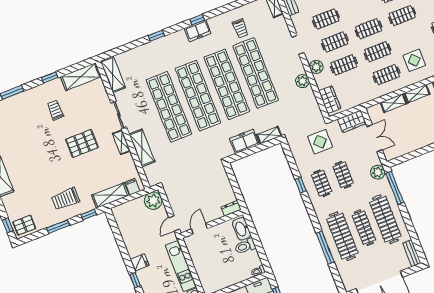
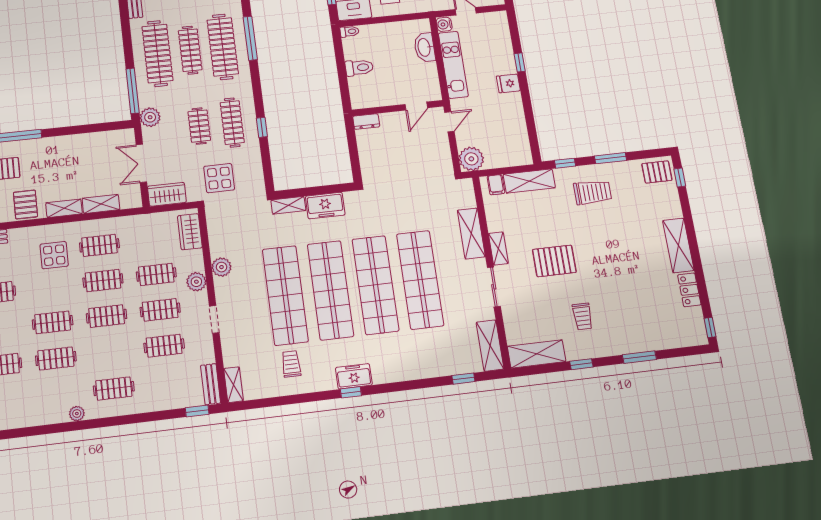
window: (156, 36) -> (463, 379), moved
clothes rail: (322, 183) -> (232, 123), width x1.36
washbasin: (242, 229) -> (425, 47), moved, turned 180

